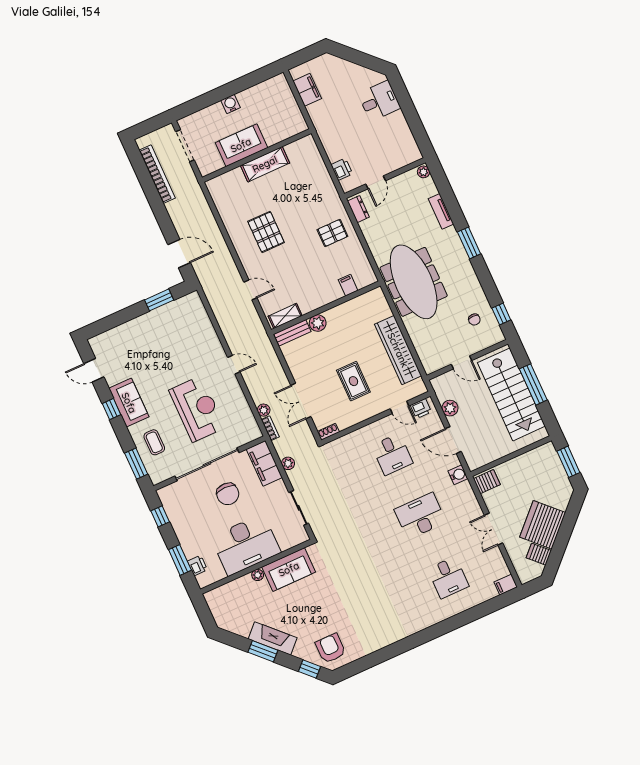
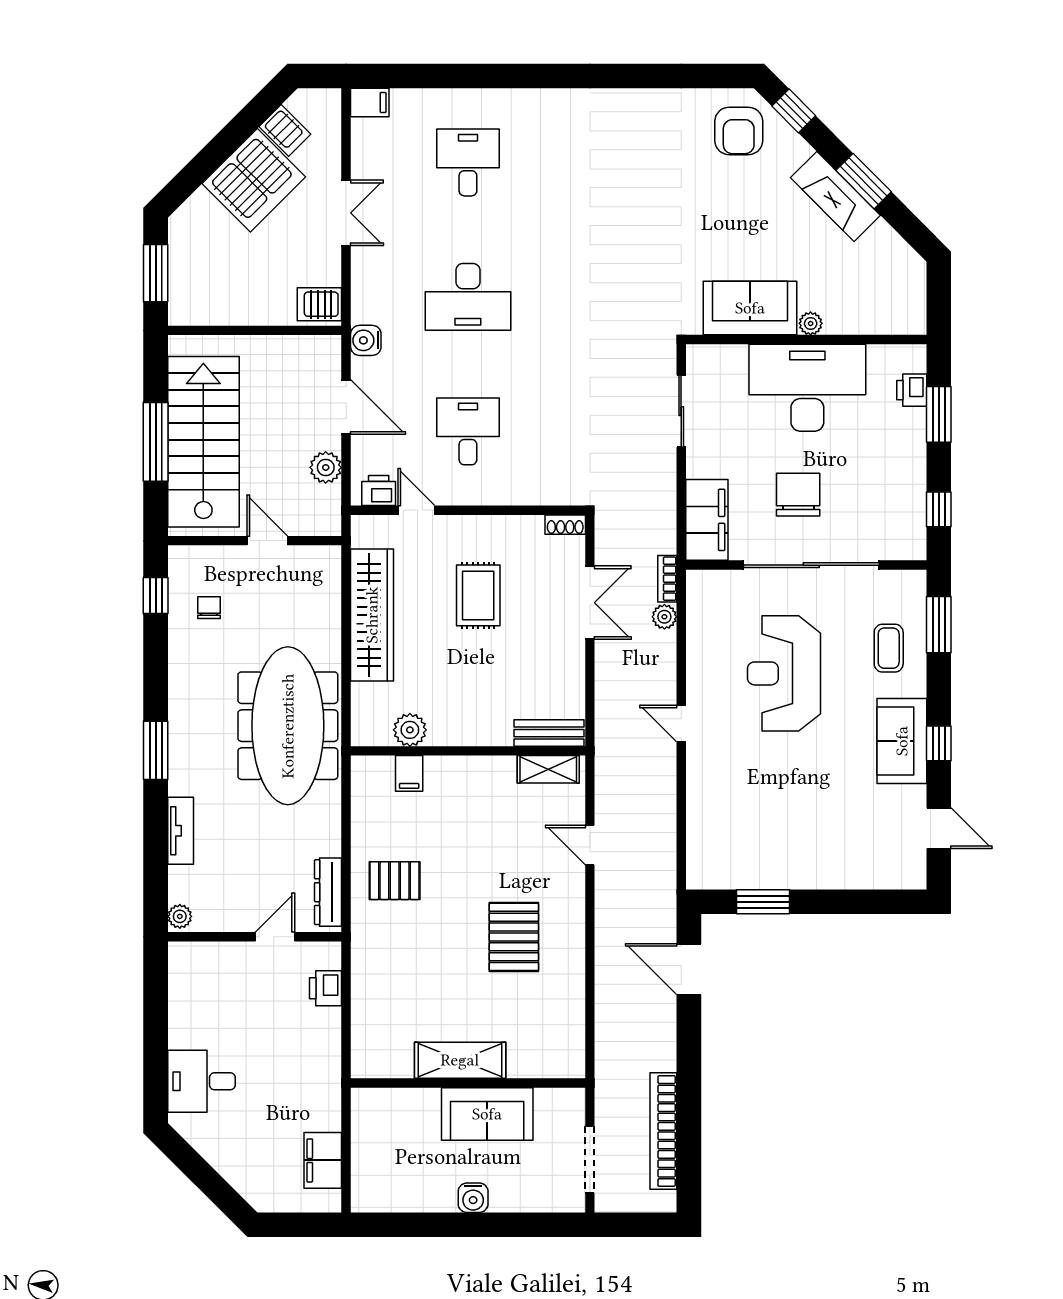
dresser: (358, 209) -> (328, 892), width x1.44
plant: (318, 323) -> (410, 730), moved
plant: (288, 463) -> (664, 500), removed

